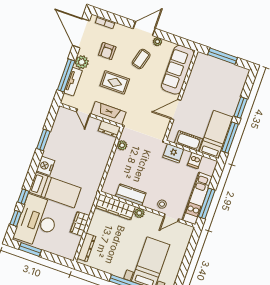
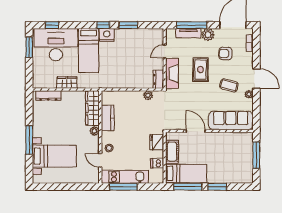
window: (23, 197) -> (103, 25), moved

